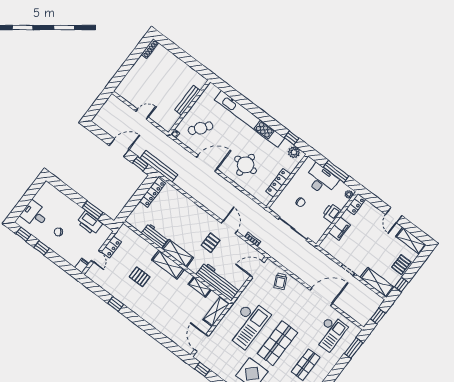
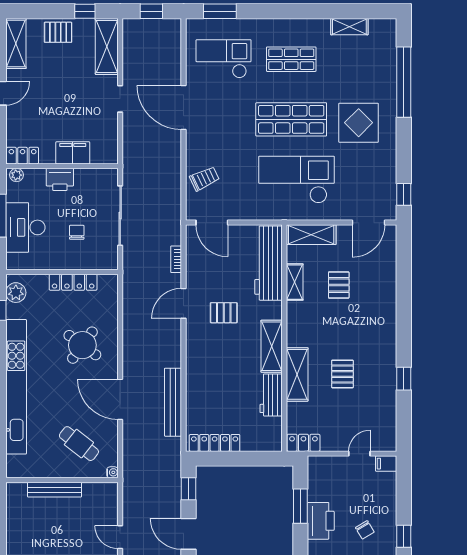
round table: (246, 165) -> (82, 345), turned 36
bench: (159, 166) -> (173, 402), moved
printer: (90, 223) -> (321, 521), moved
locker: (111, 247) -> (303, 443), moved
shelving: (168, 265) -> (297, 374), moved
pallet: (183, 307) -> (339, 285), added

